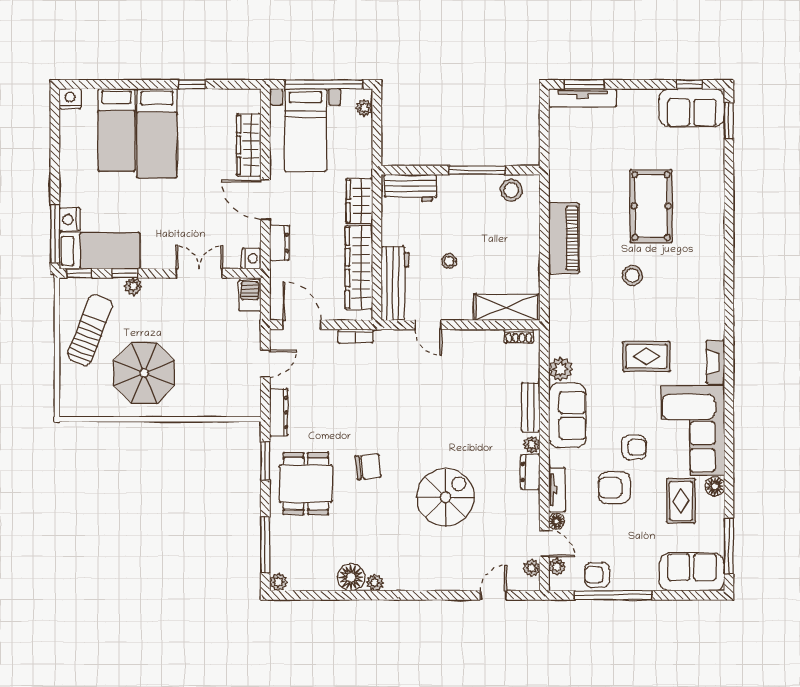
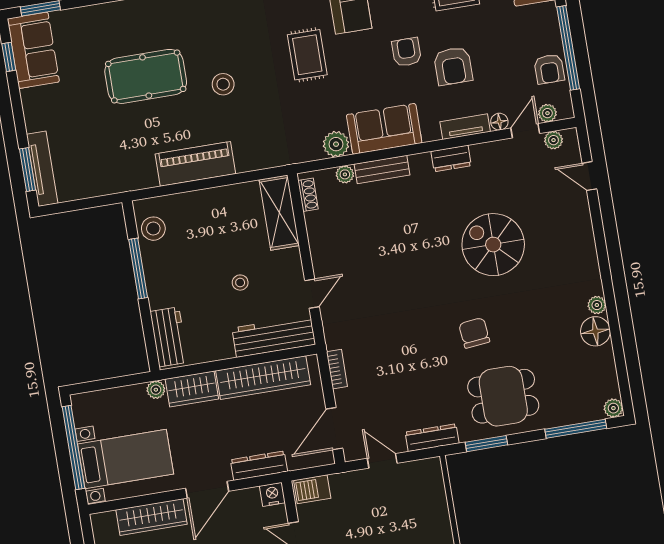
plant: (364, 108) -> (156, 390), moved
dresser: (279, 243) -> (259, 466), width x1.44
plant: (532, 445) -> (345, 174), moved

